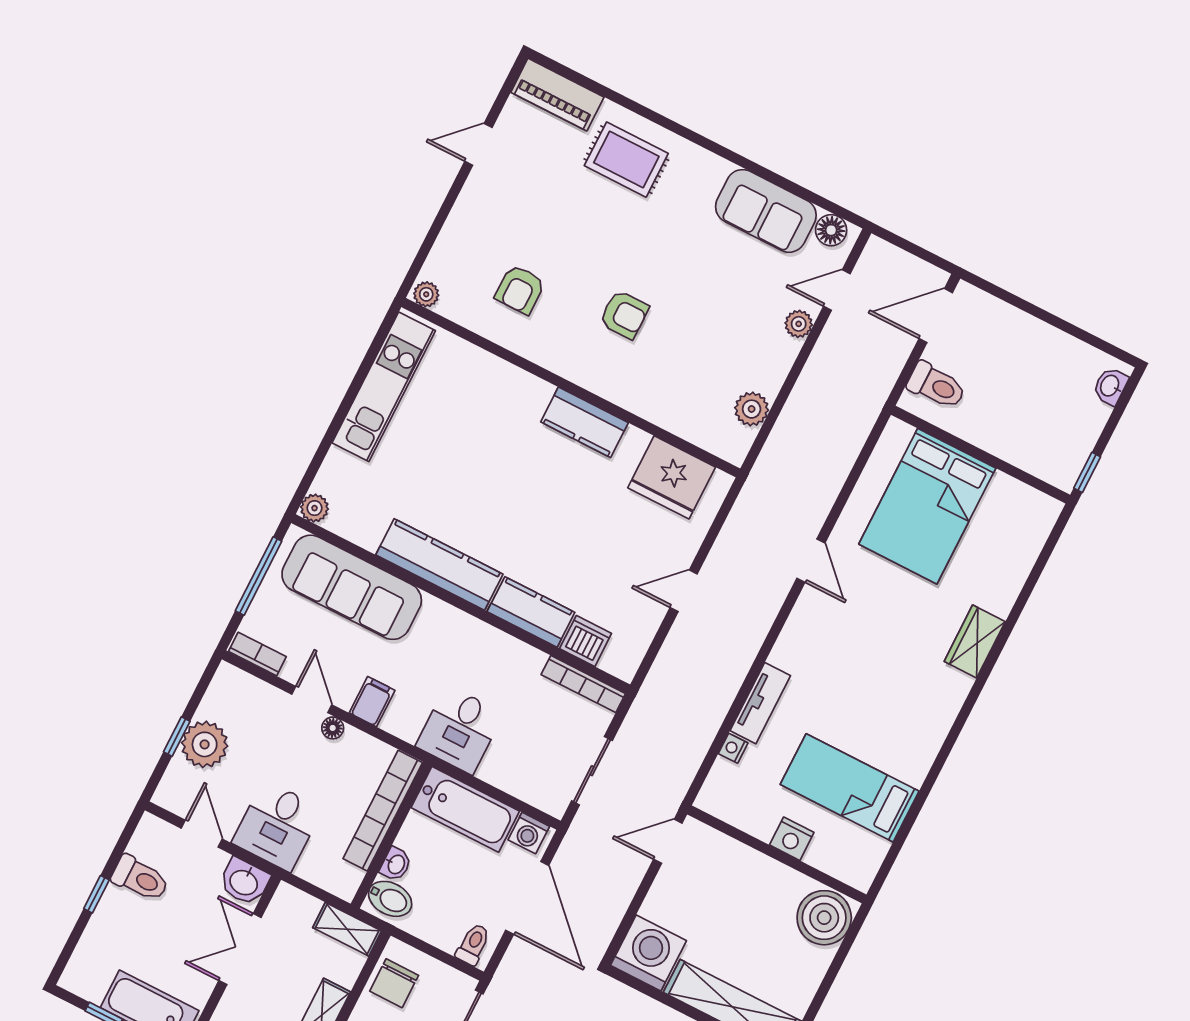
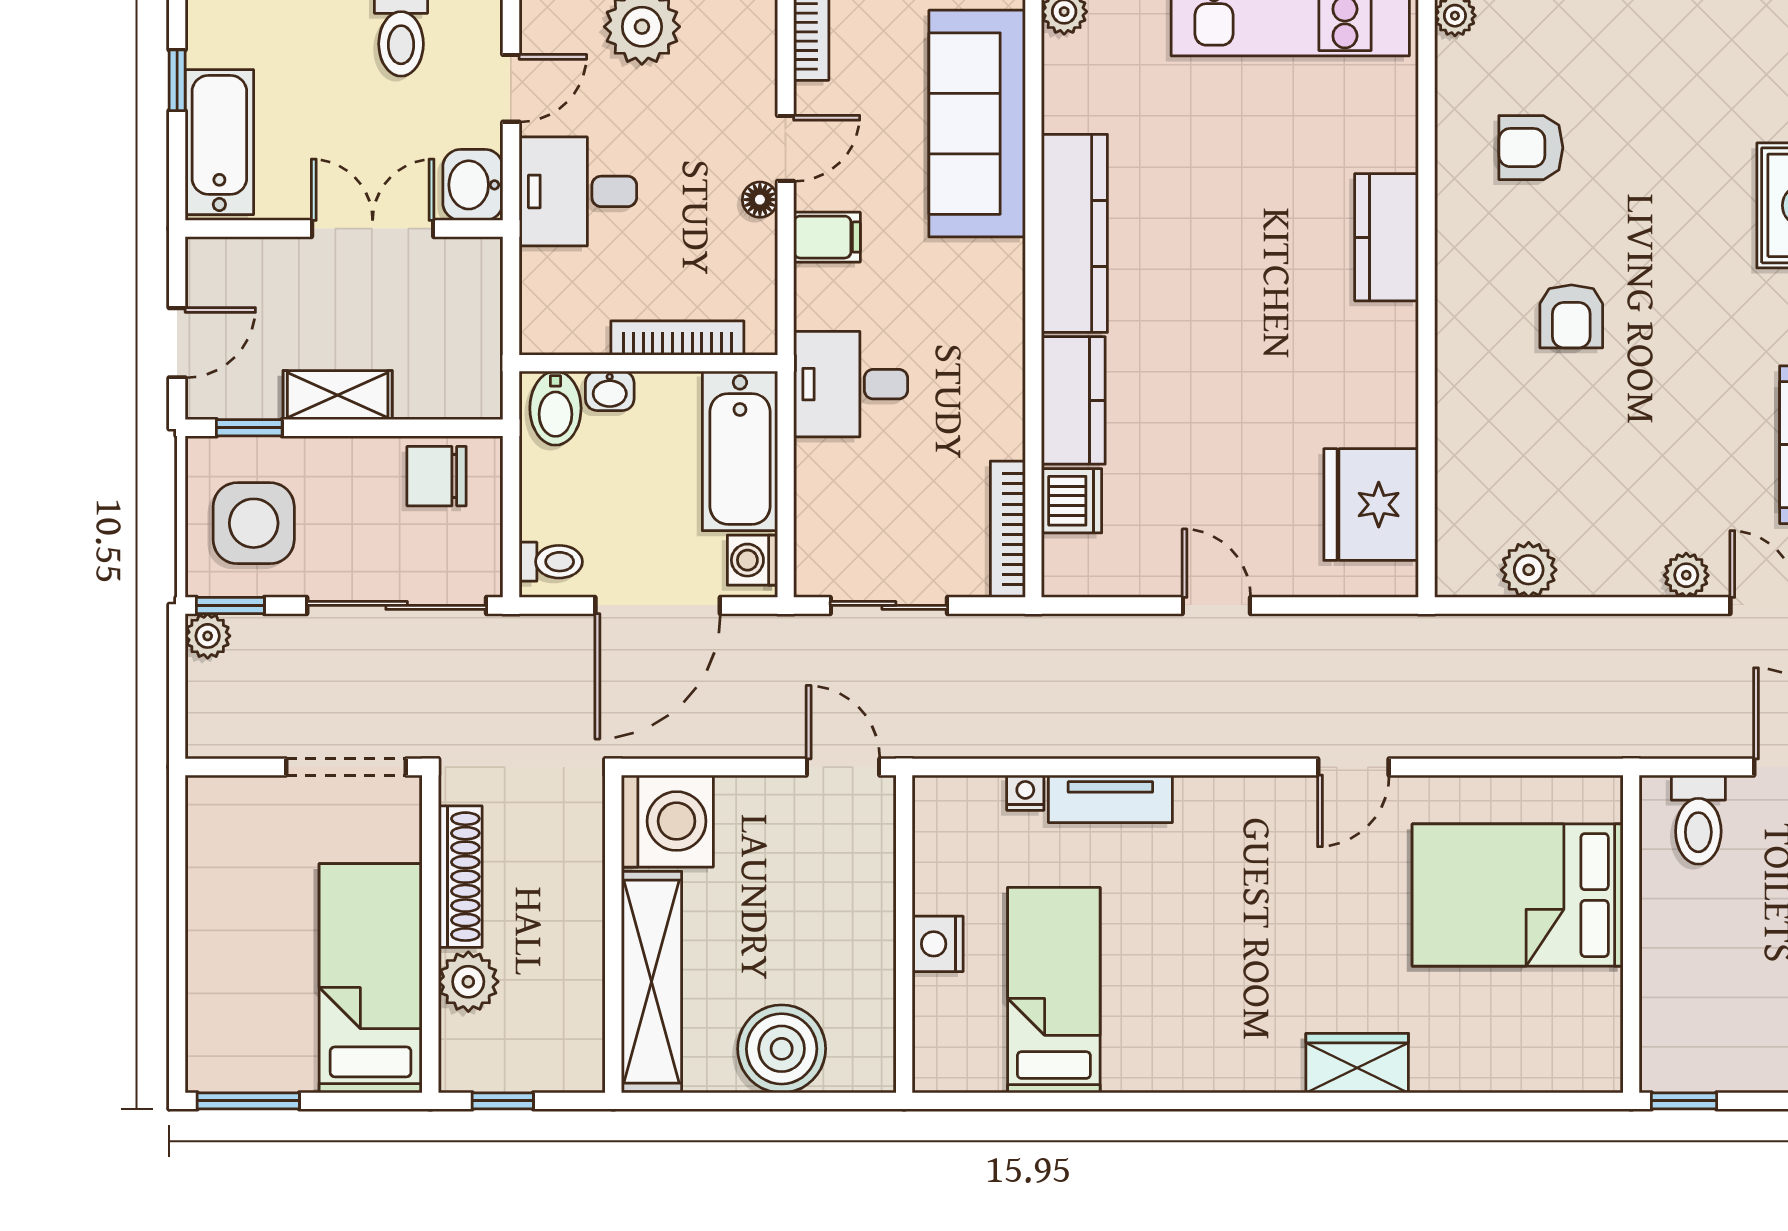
kitchen counter: (585, 422) -> (1387, 237), moved
bookcase: (383, 811) -> (677, 338), width x0.68, depth x0.76
boiler: (824, 918) -> (782, 1049), moved
shelving: (347, 929) -> (480, 369), removed

